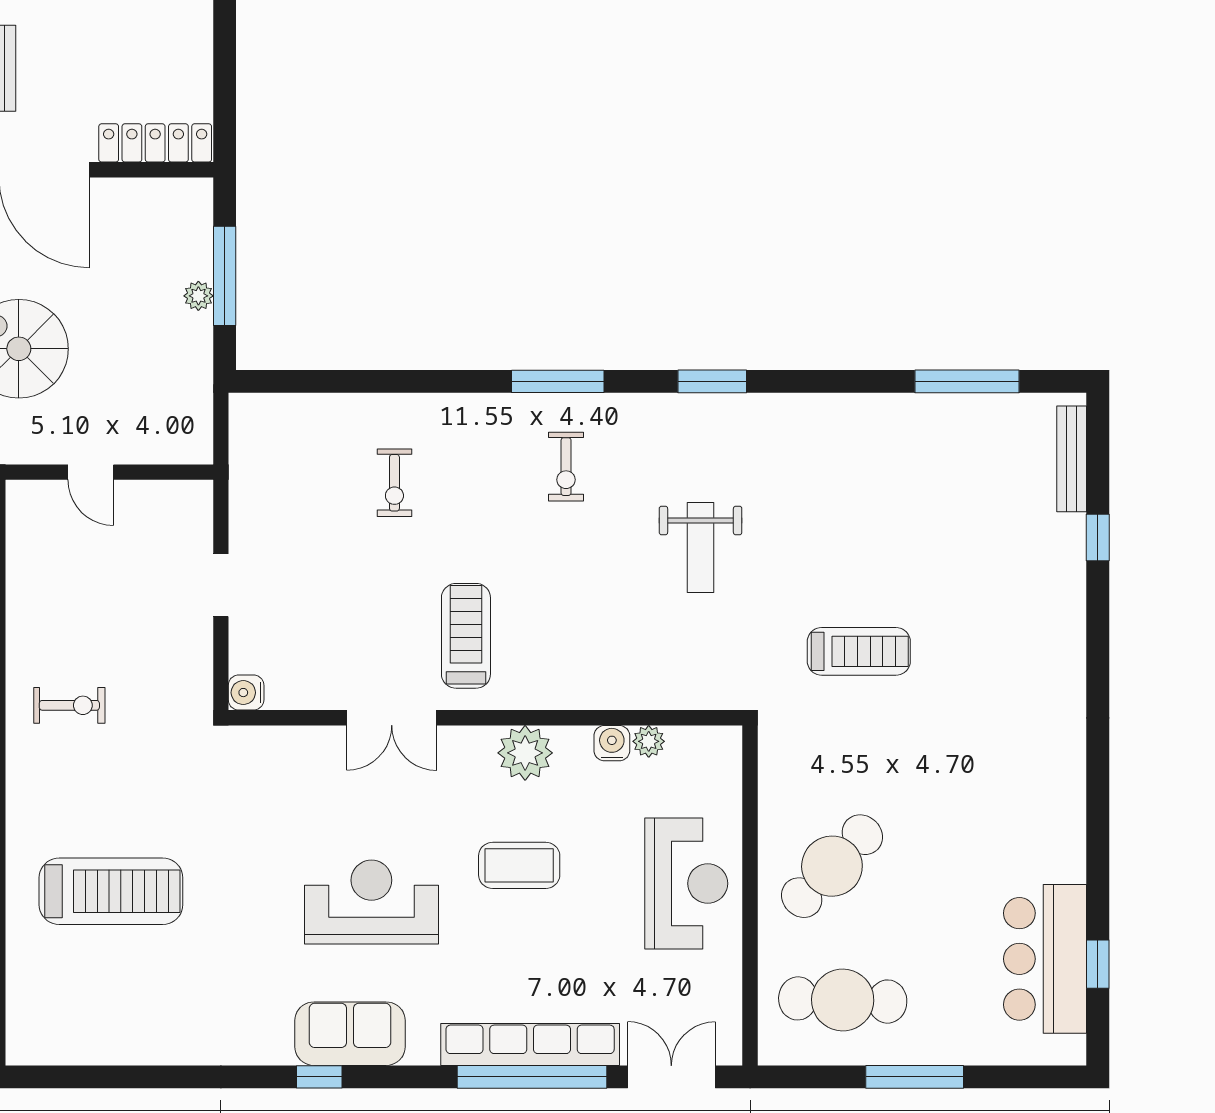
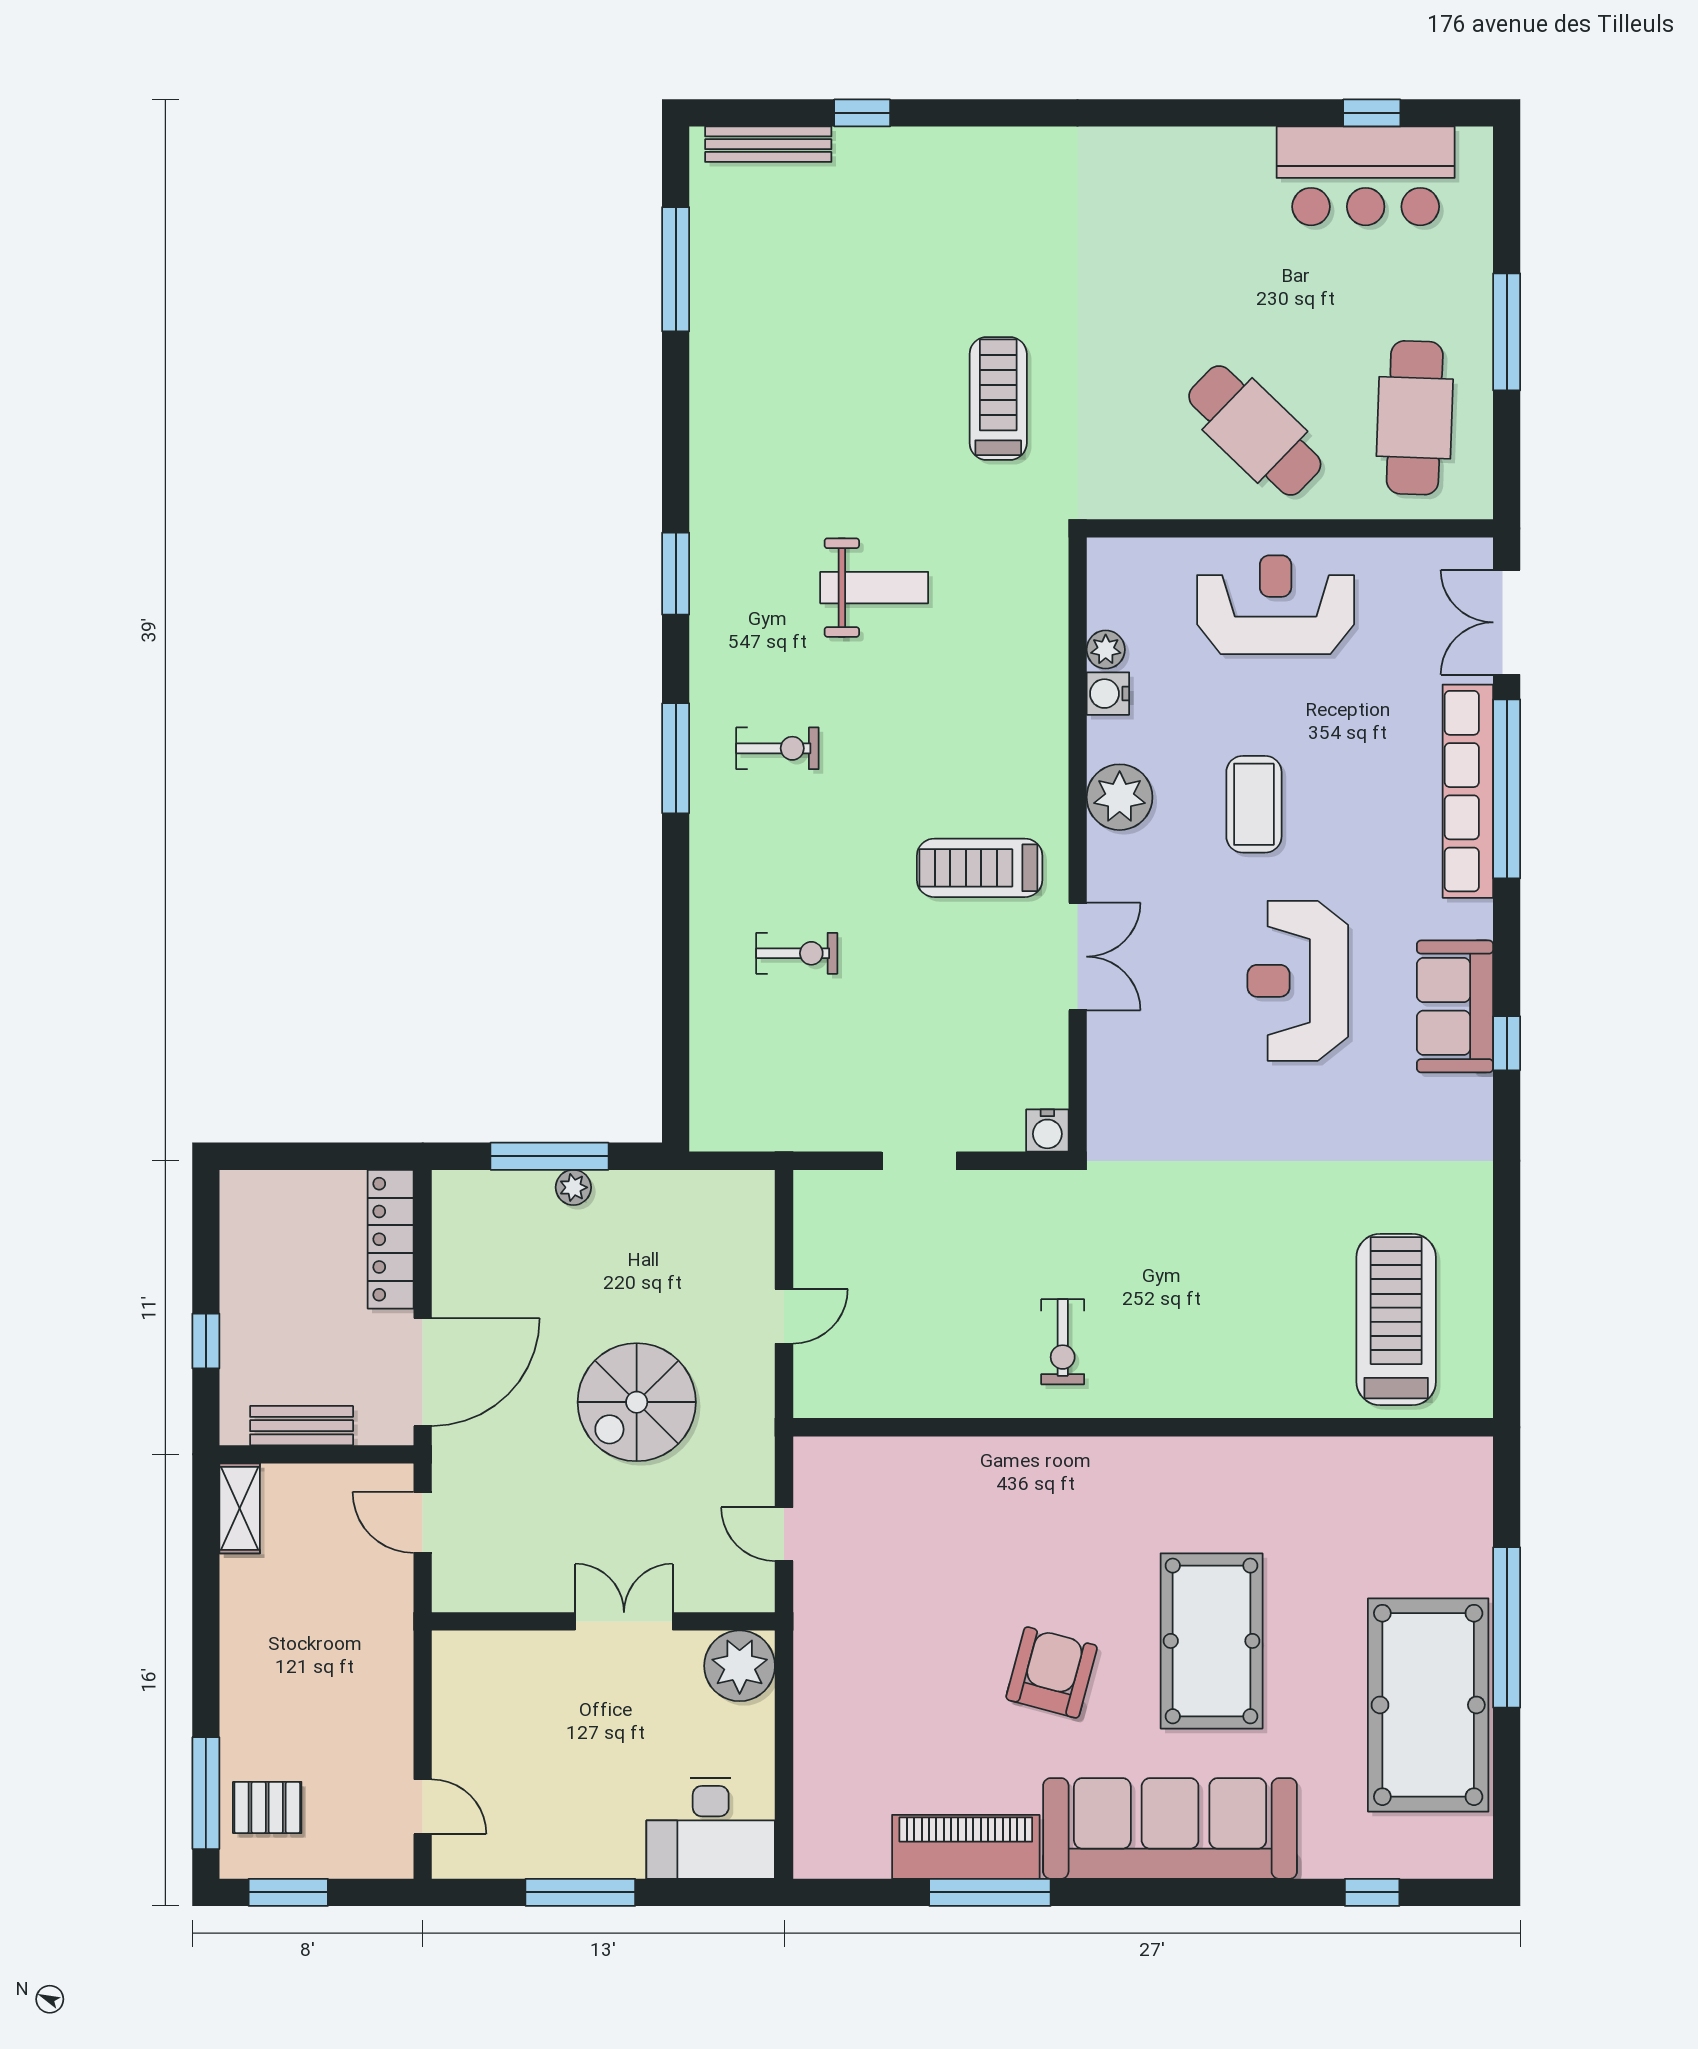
exercise bike: (69, 705) -> (1063, 1342), turned 180
treadmill: (111, 891) -> (1396, 1319), moved

